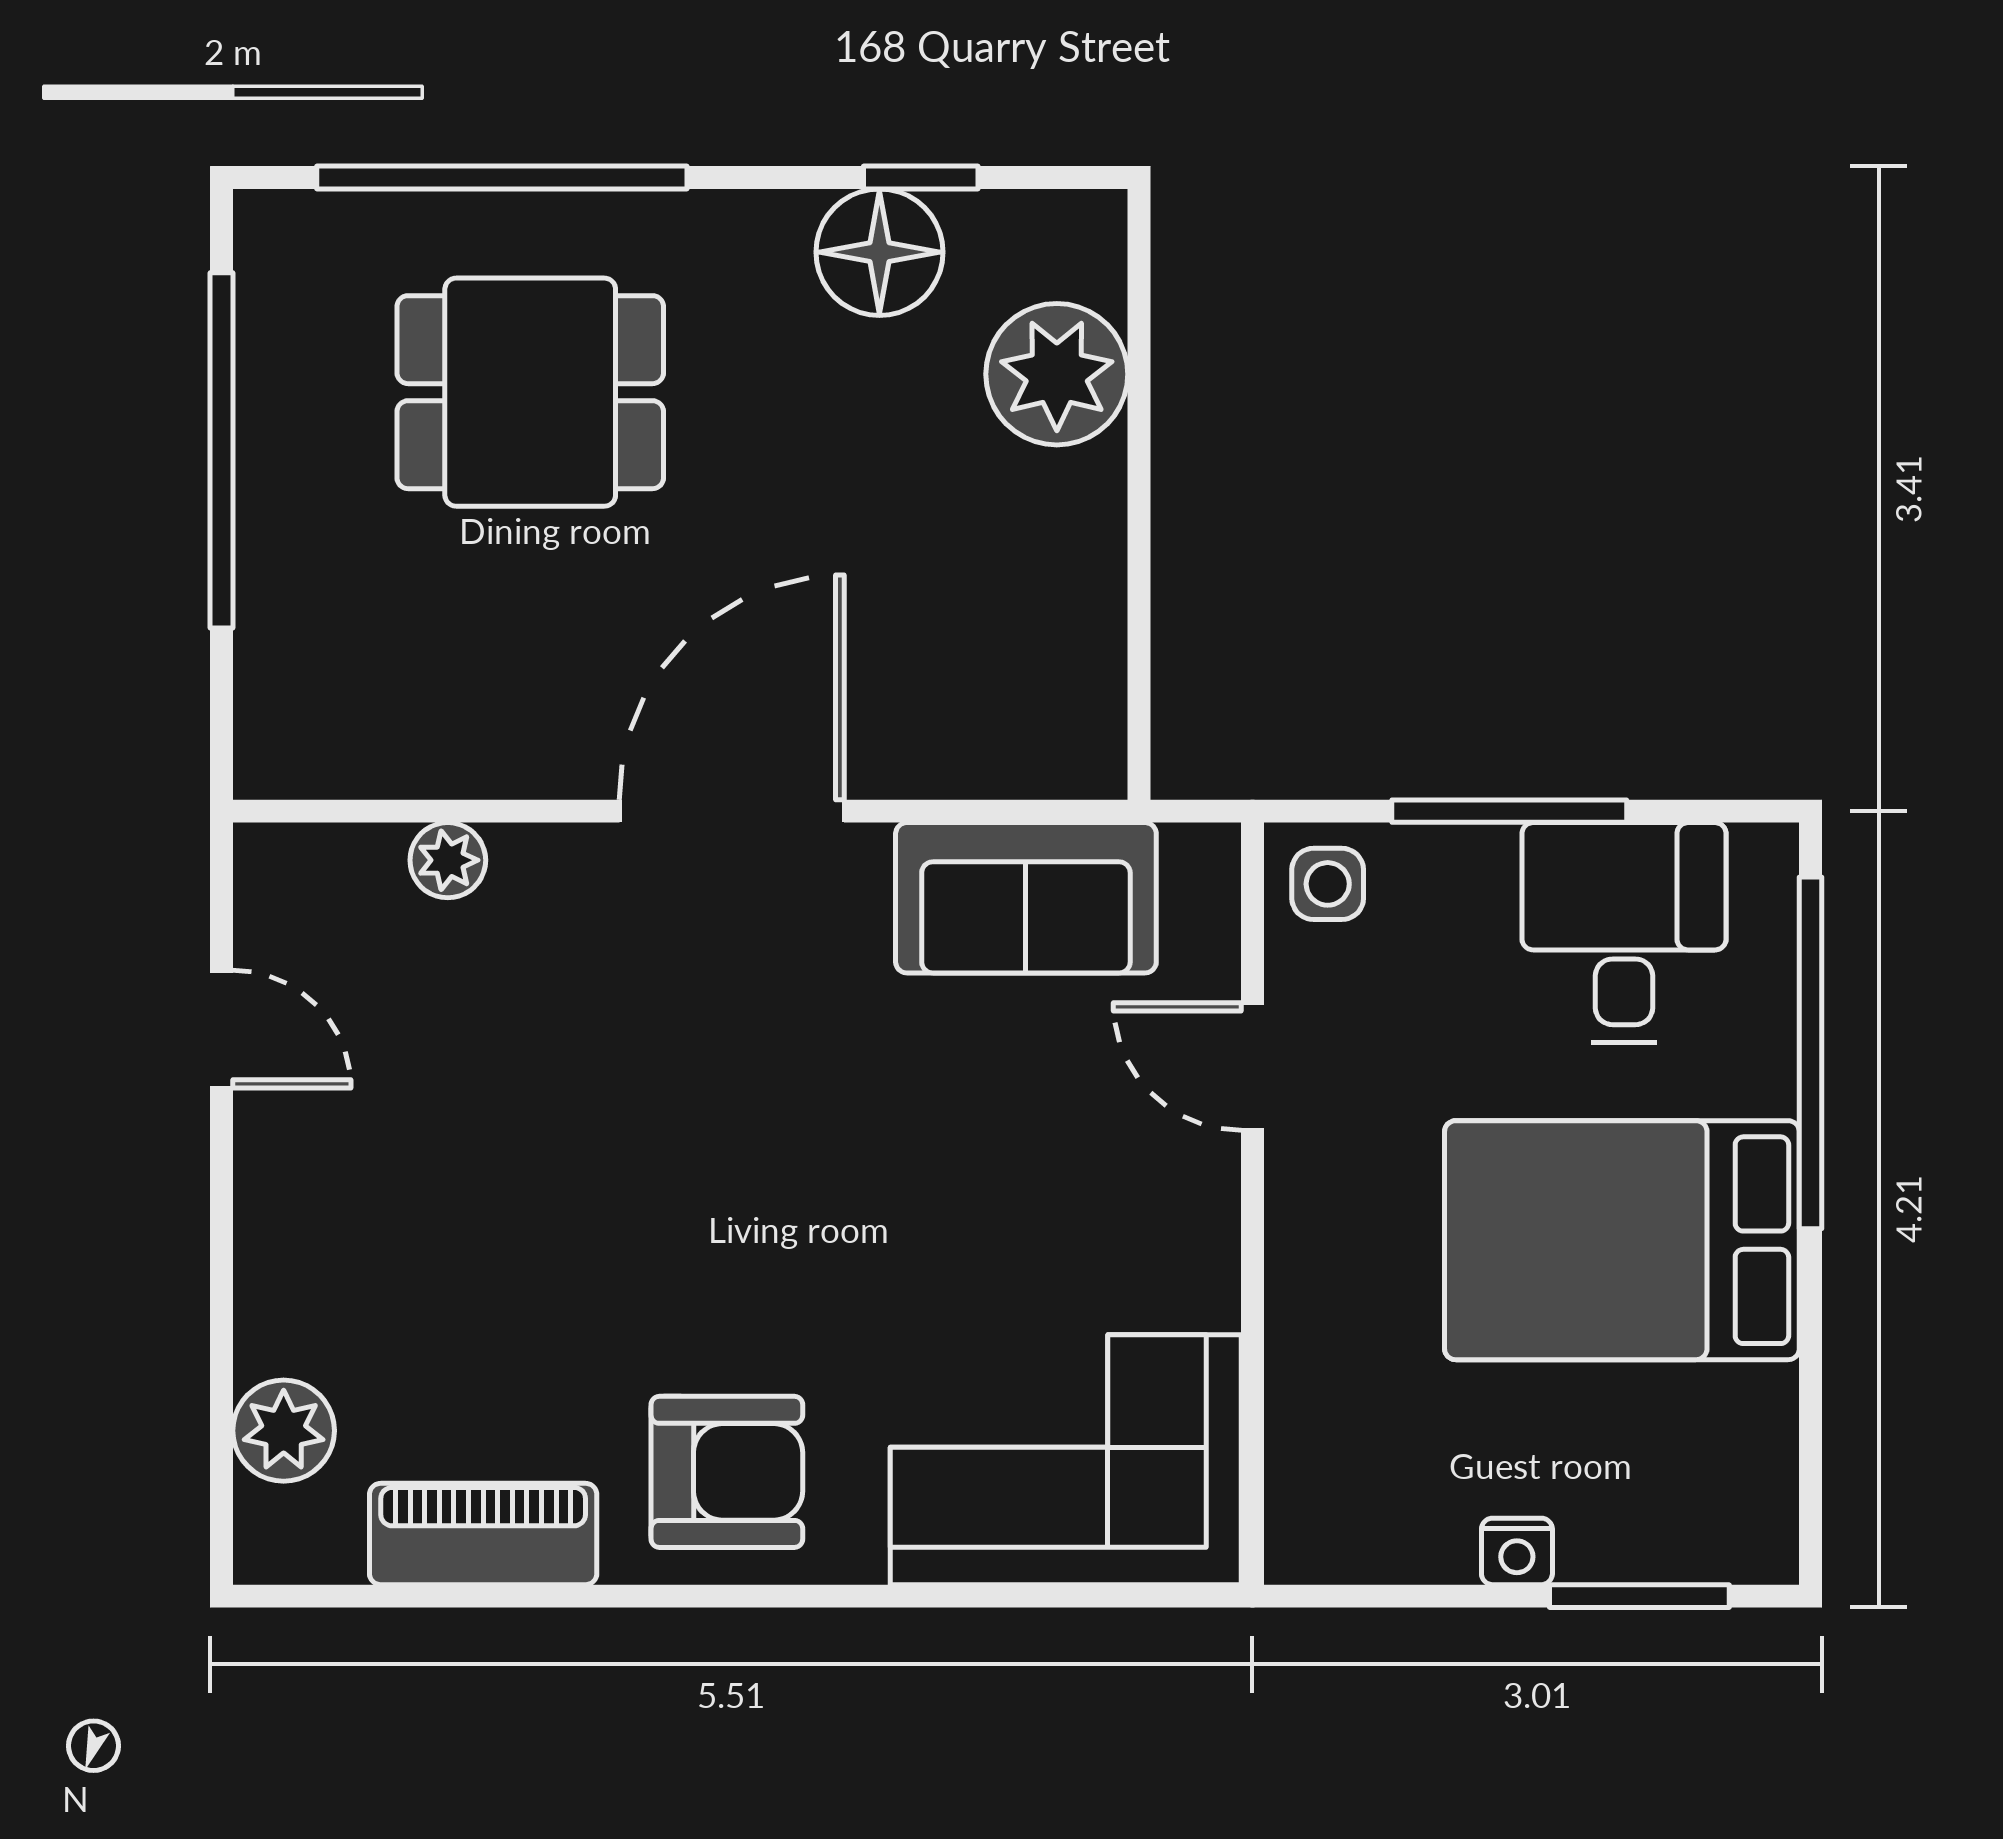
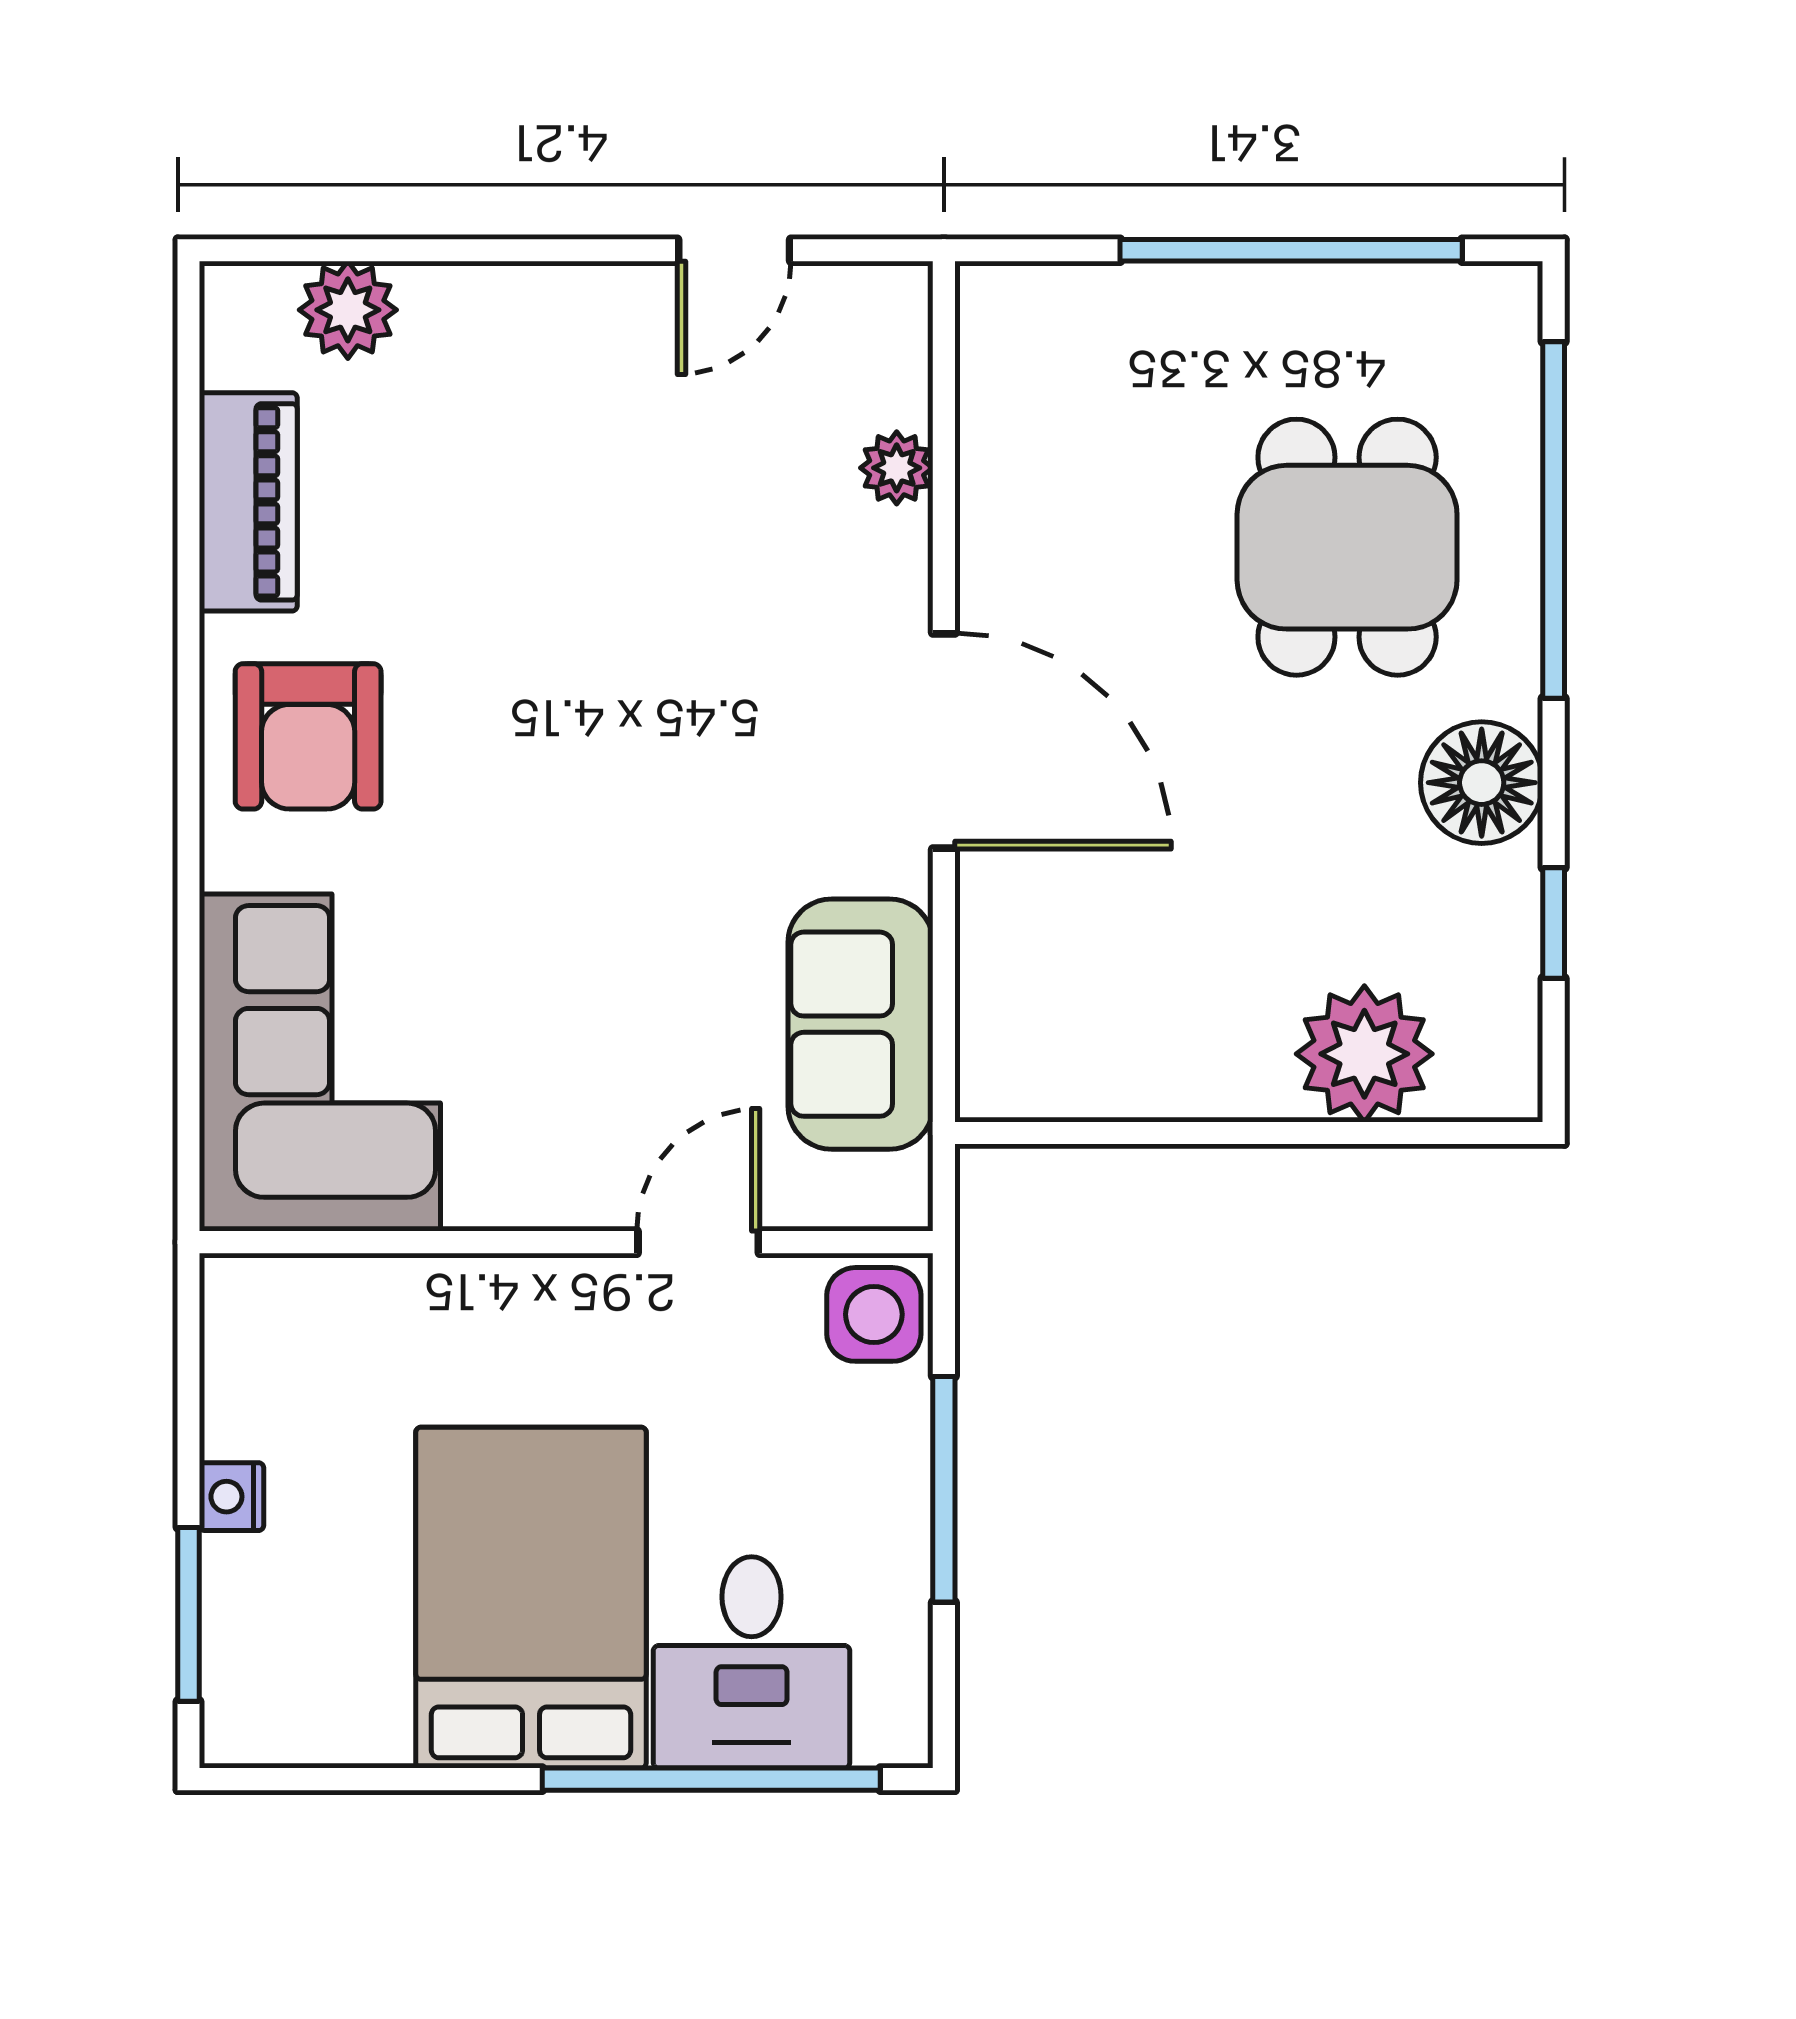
floor lamp: (879, 252) -> (1482, 783), moved
side table: (1328, 884) -> (874, 1314), width x1.37, depth x1.37
desk: (1624, 932) -> (752, 1662), moved, turned 90

